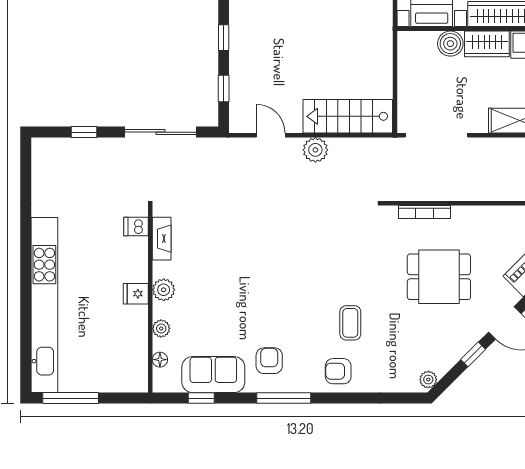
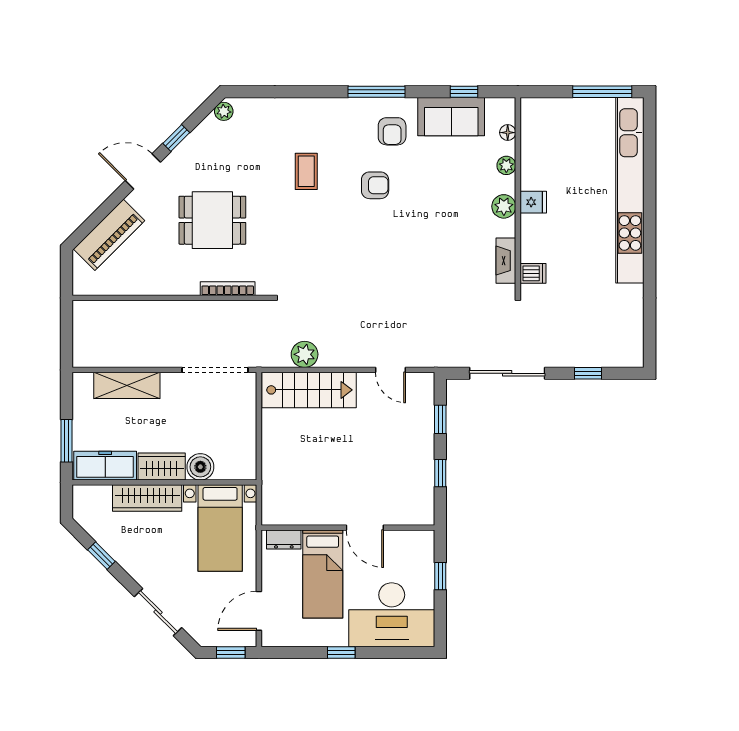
plant: (315, 150) -> (305, 354), moved
armchair: (338, 371) -> (375, 185), moved

